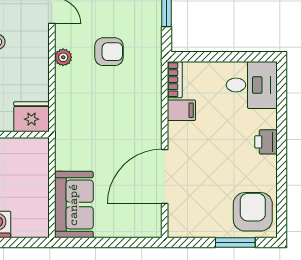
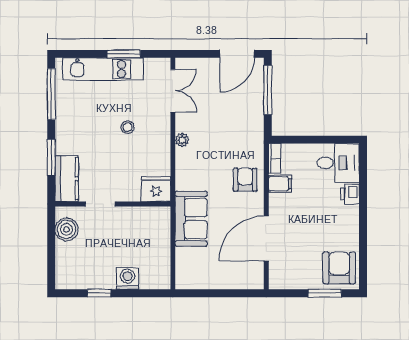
armchair: (109, 52) -> (245, 180), moved, turned -90
printer: (266, 142) -> (350, 194), moved
sofa: (74, 205) -> (191, 219), moved

